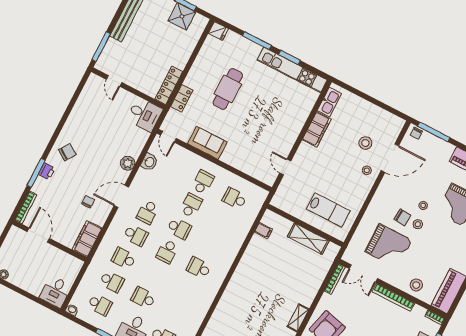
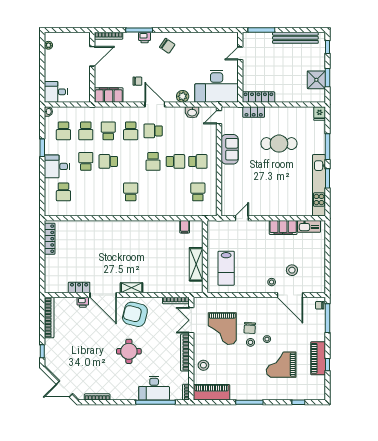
desk: (145, 114) -> (217, 86), width x1.87, depth x1.30
school desk: (167, 252) -> (108, 161), moved

